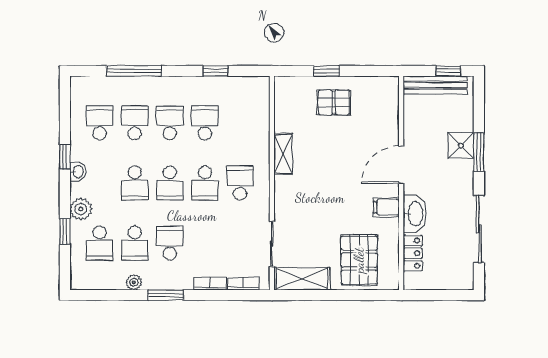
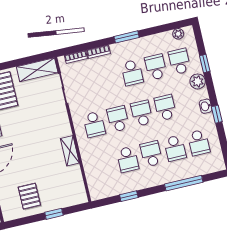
pallet: (334, 102) -> (29, 196), moved, turned 90
school desk: (170, 123) -> (151, 154), turned 180
plant: (134, 282) -> (178, 34), moved

